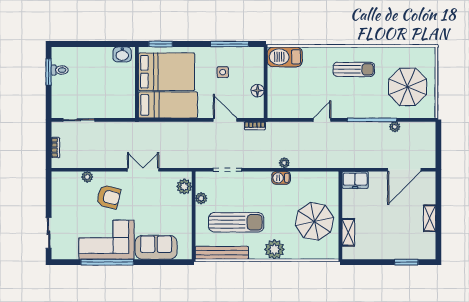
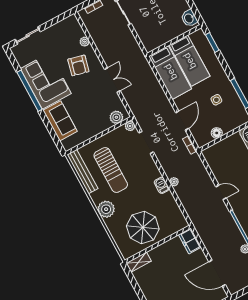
bed: (167, 72) -> (189, 61), width x0.67
plant: (201, 198) -> (130, 126), moved
shelving: (348, 232) -> (139, 262), moved

